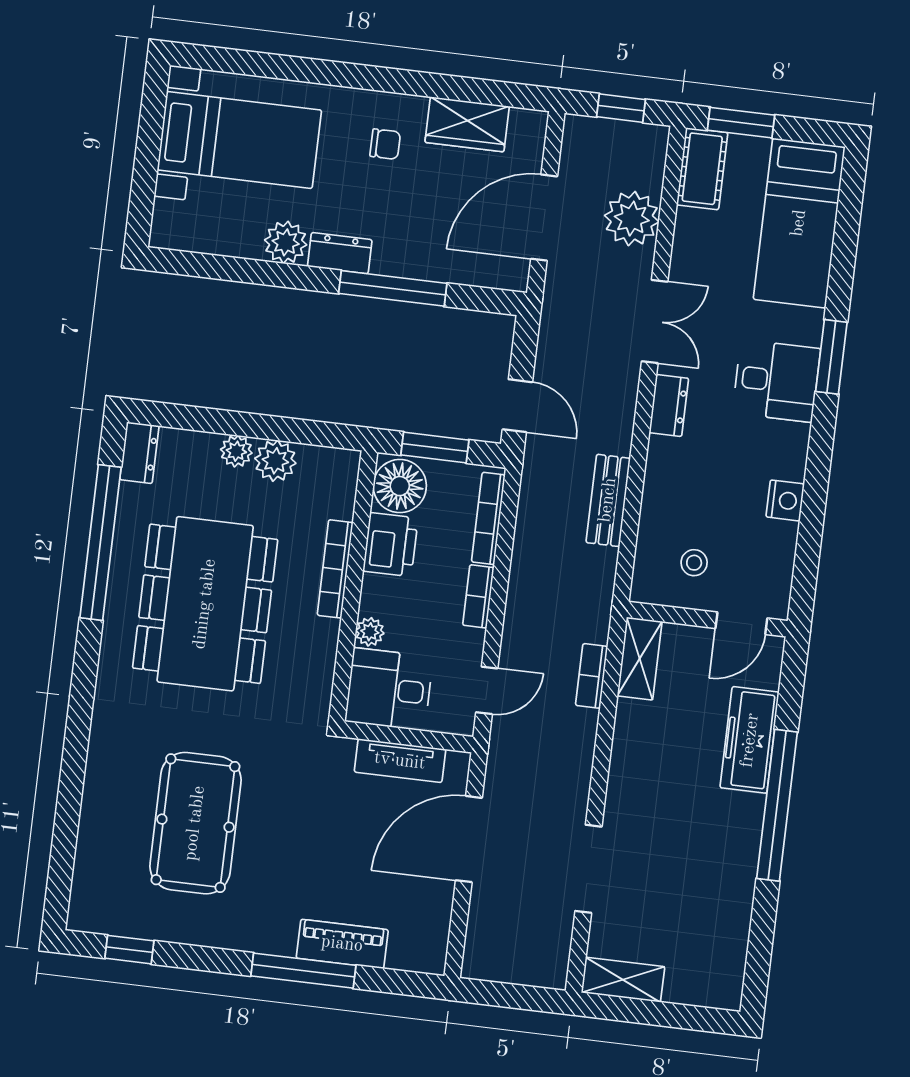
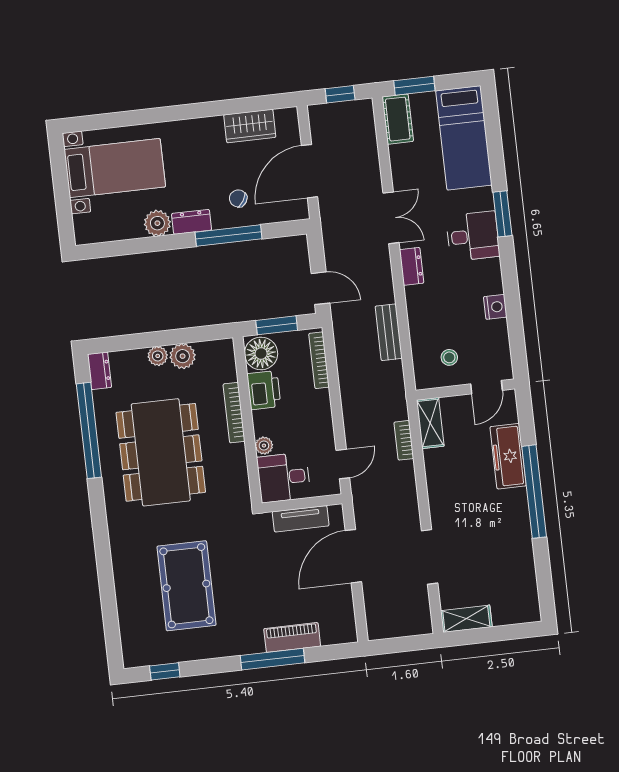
chair: (385, 144) -> (238, 198), moved, turned -147
plant: (632, 219) -> (362, 159), removed
bookcase: (478, 596) -> (324, 409), removed

